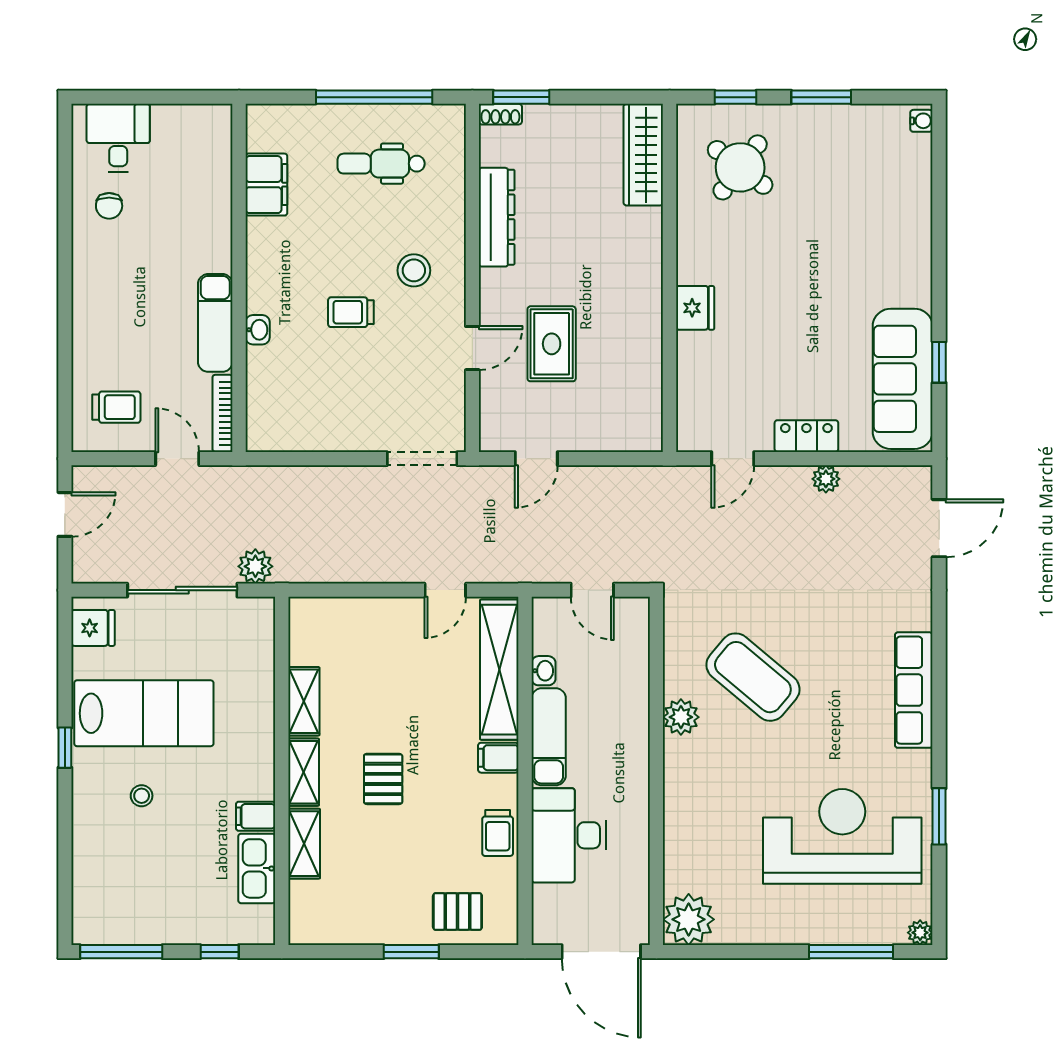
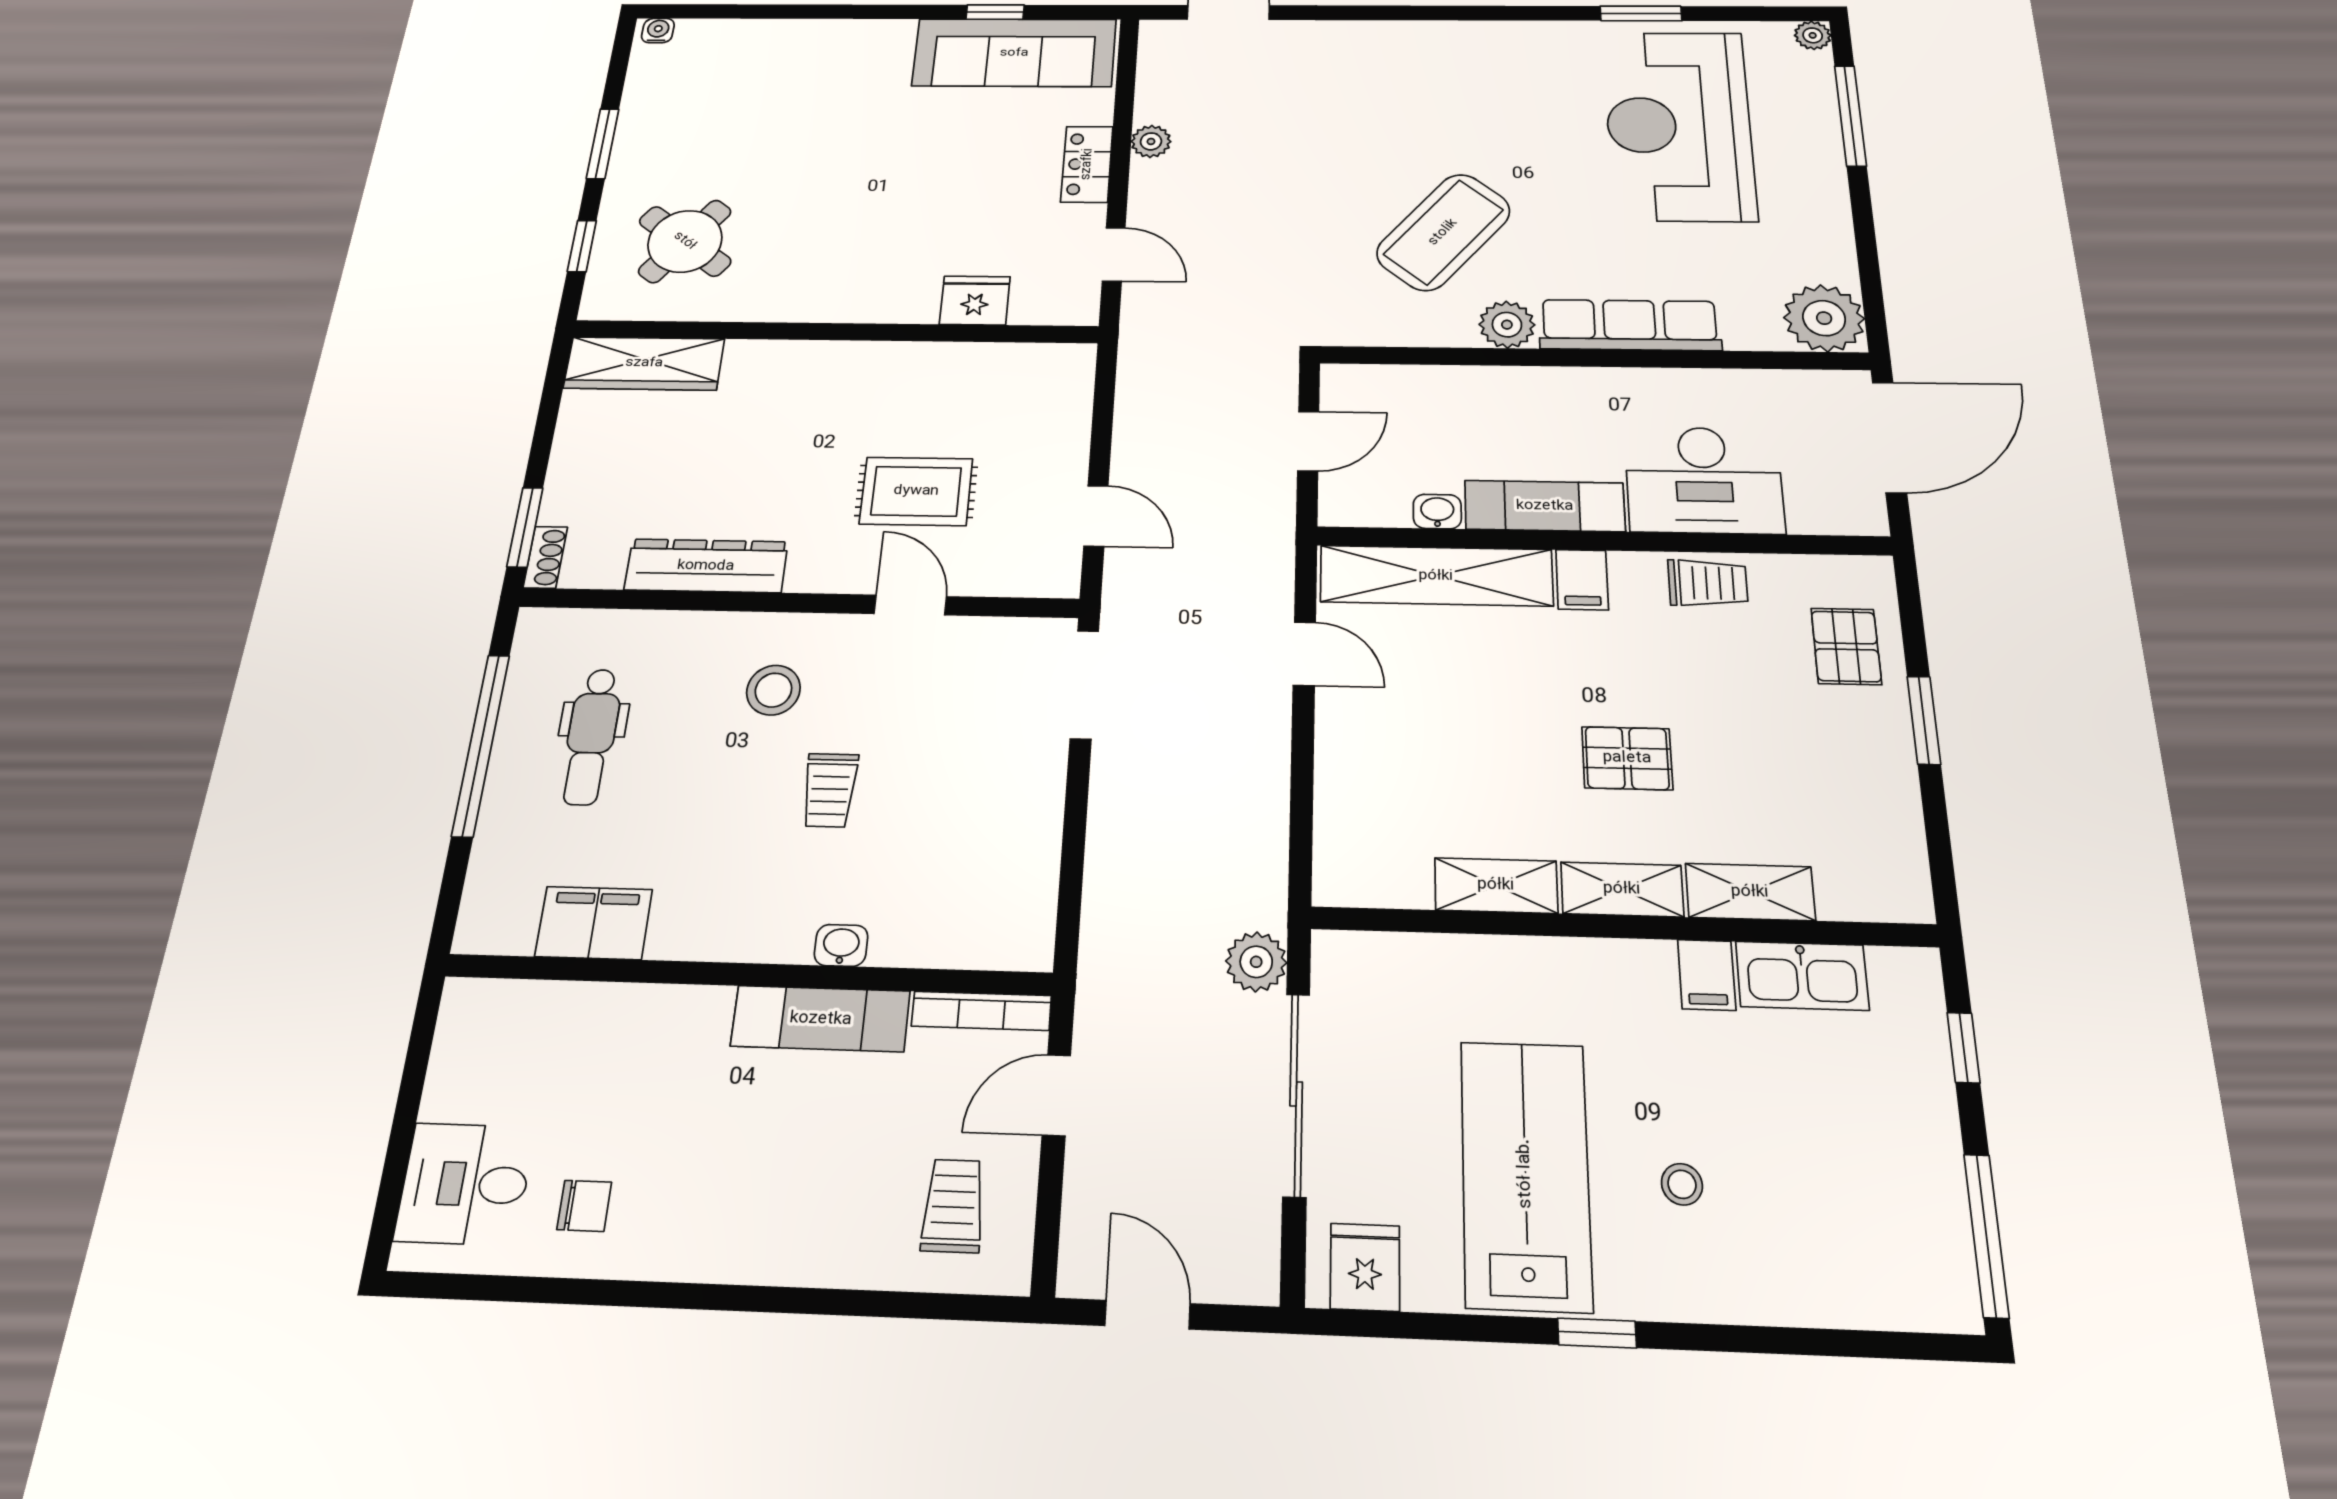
fridge: (695, 308) -> (975, 301), moved
row of seats: (914, 690) -> (1630, 325), moved, turned 180

